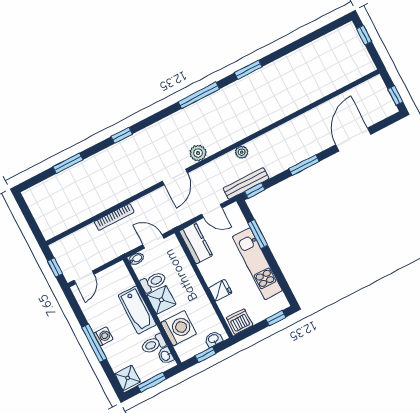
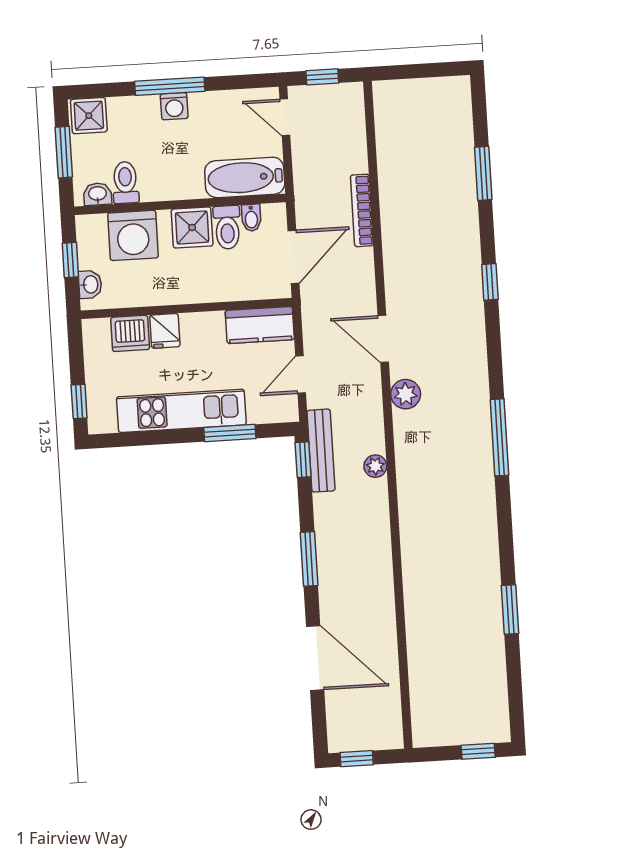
window: (248, 70) -> (510, 609), moved
door: (153, 241) -> (293, 257), width x1.38
bidet: (136, 259) -> (251, 218), moved
bathtub: (137, 310) -> (245, 177), moved
dishwasher: (240, 322) -> (130, 333), moved, turned 90

